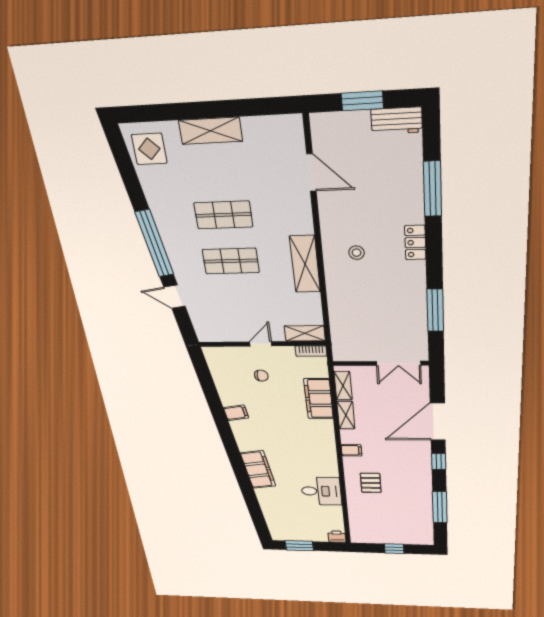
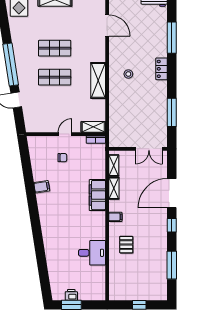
filing cabinet: (319, 399) -> (97, 195), moved
filing cabinet: (258, 470) -> (50, 235), removed
printer: (337, 537) -> (71, 295), moved

